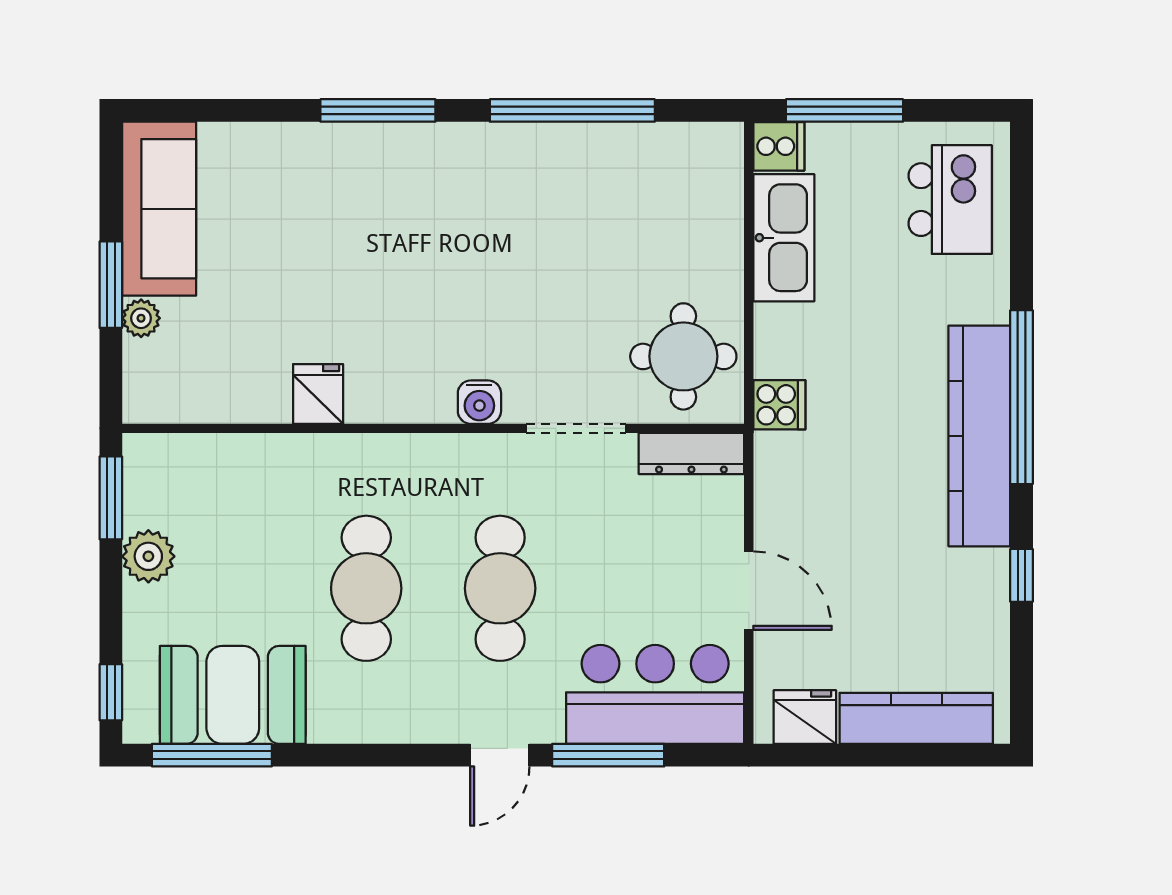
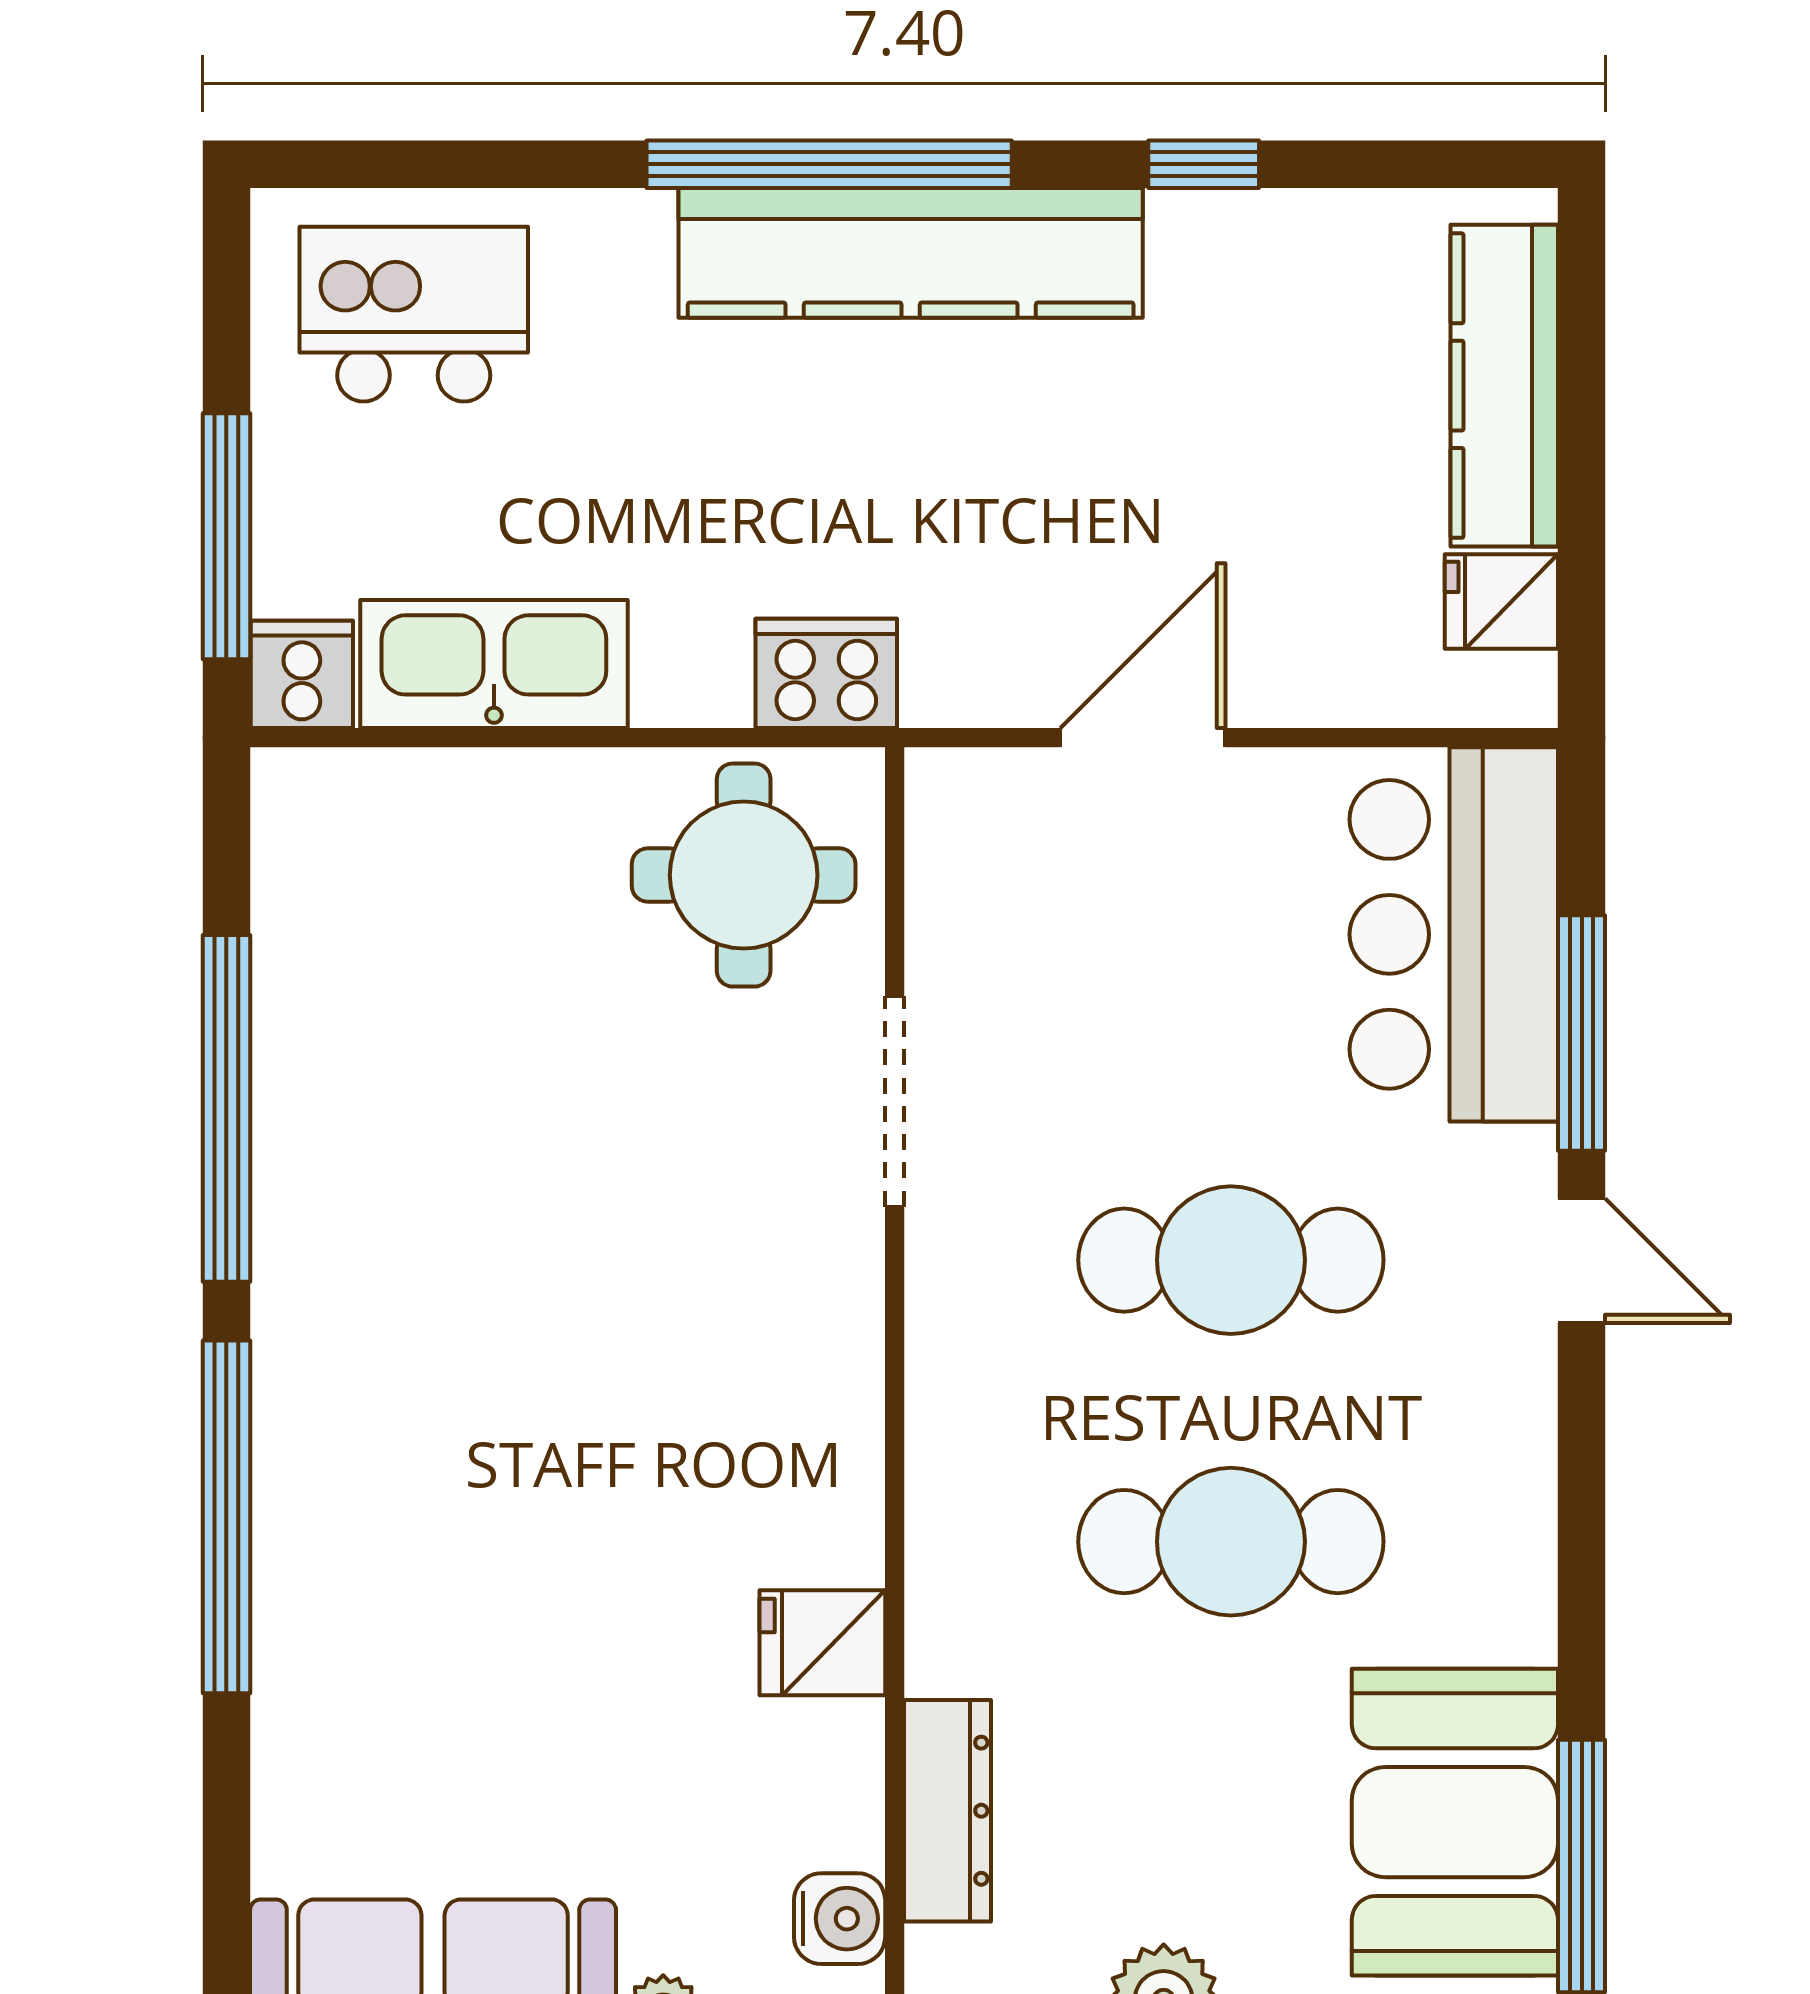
window: (378, 110) -> (226, 1517), width x1.46
water cooler: (479, 402) -> (840, 1919), moved
cooker: (779, 405) -> (826, 673), width x1.36
dresser: (691, 453) -> (947, 1811), moved
door: (749, 591) -> (1143, 738), moved
fridge: (805, 717) -> (1501, 601), width x0.72

